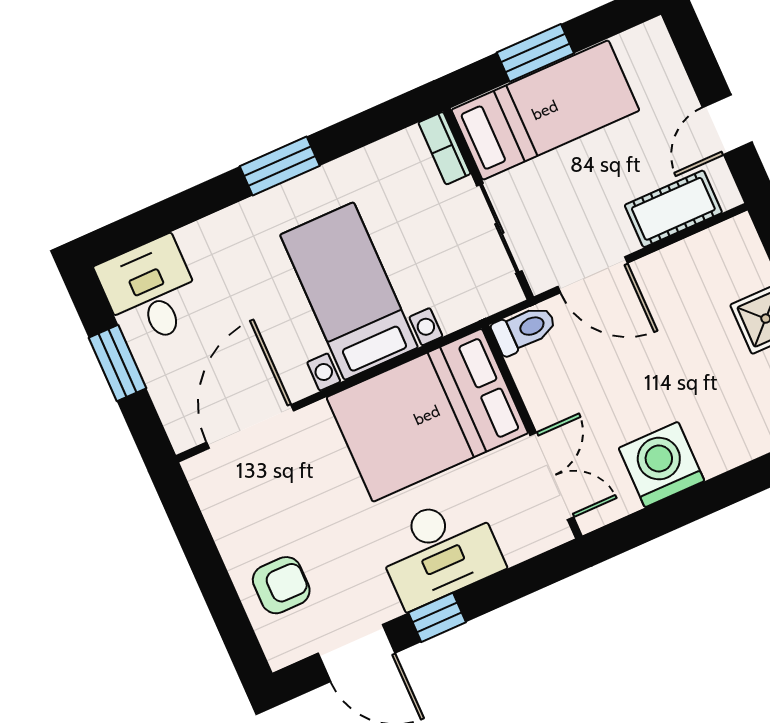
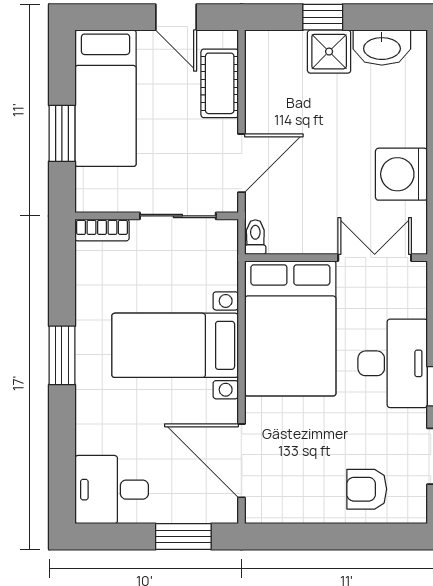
bed: (545, 110) -> (106, 98), moved, turned 180
toilet: (524, 329) -> (255, 237), width x0.73, depth x0.72
window: (118, 363) -> (183, 537), moved
armchair: (281, 585) -> (367, 489), turned -90

